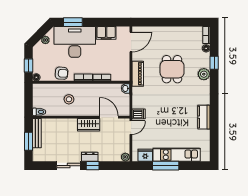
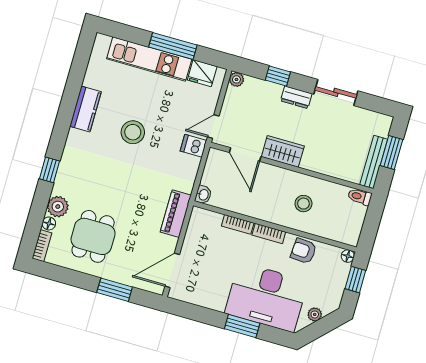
window: (73, 22) -> (242, 326), moved
window: (159, 22) -> (115, 290), added
filing cabinet: (106, 33) -> (209, 297), removed
window: (214, 63) -> (49, 170), moved
dining table: (172, 69) -> (93, 236), moved
plant: (204, 74) -> (58, 207), moved
stool: (174, 112) -> (133, 132), added
window: (93, 166) -> (278, 76), moved

